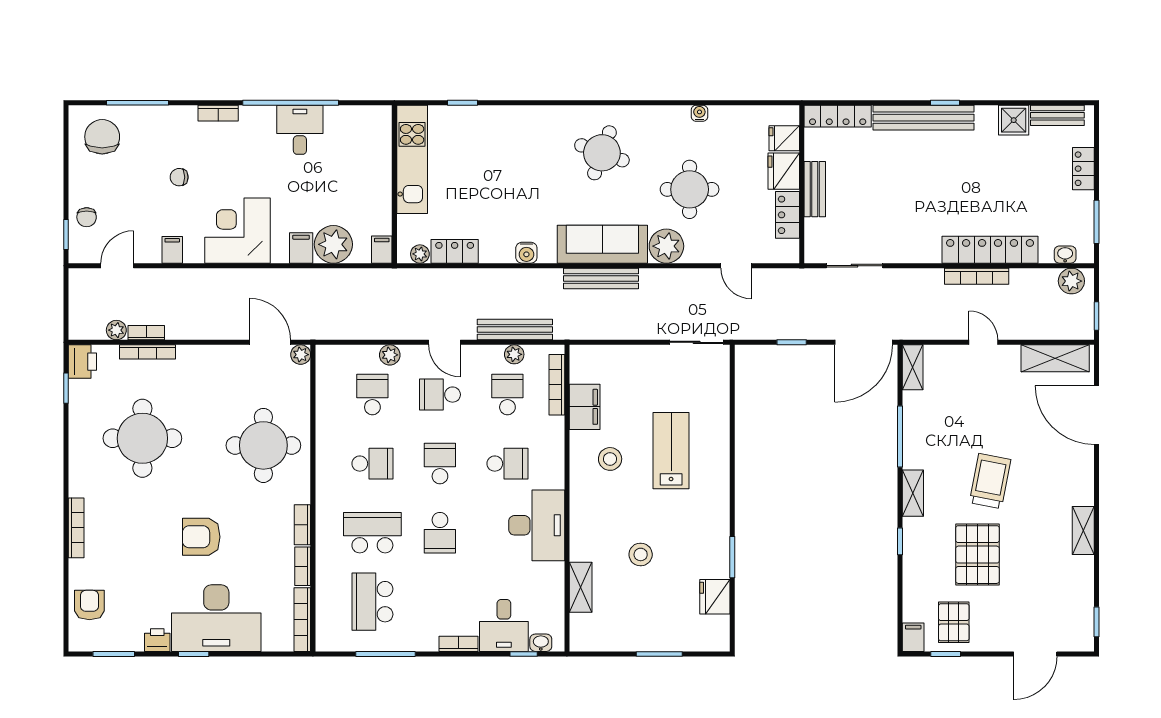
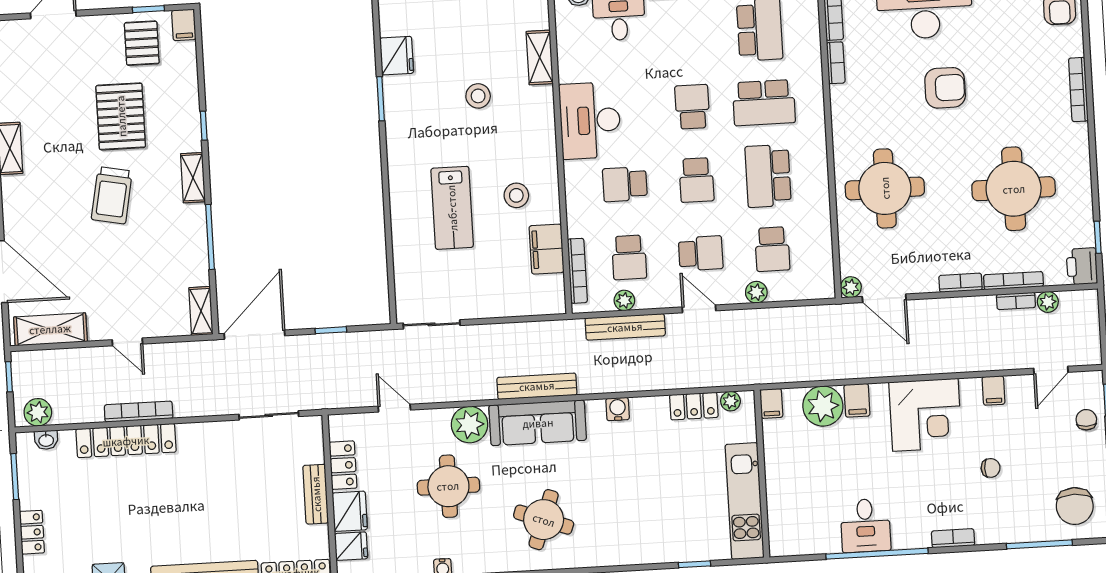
school desk: (372, 464) -> (768, 176), width x1.85
bookcase: (302, 525) -> (961, 283), moved, turned -90

